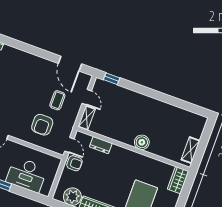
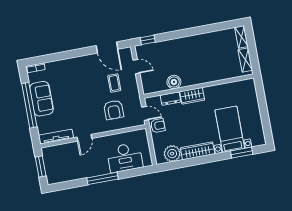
shelving: (87, 118) -> (241, 37), moved
boiler: (142, 142) -> (174, 82), moved
wardrobe: (178, 180) -> (192, 96), moved, turned -90

